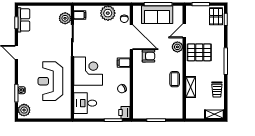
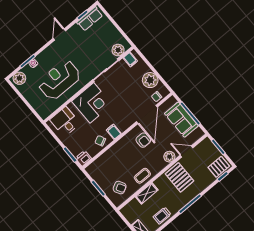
filing cabinet: (124, 63) -> (114, 132), moved
armchair: (169, 104) -> (120, 188), added

